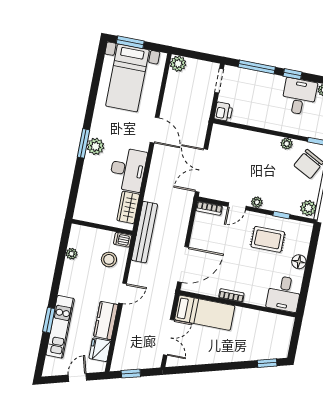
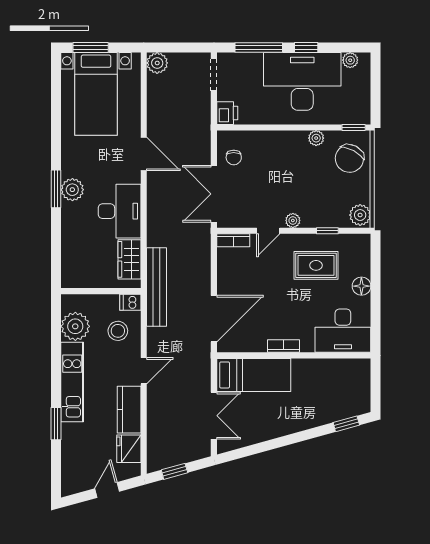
desk: (299, 97) -> (302, 81), width x1.87, depth x1.30
chair: (222, 146) -> (234, 157), added
plant: (72, 254) -> (75, 326), width x1.87, depth x1.87
desk: (284, 294) -> (343, 331), width x1.37
kitchen unit: (60, 327) -> (72, 382), moved

